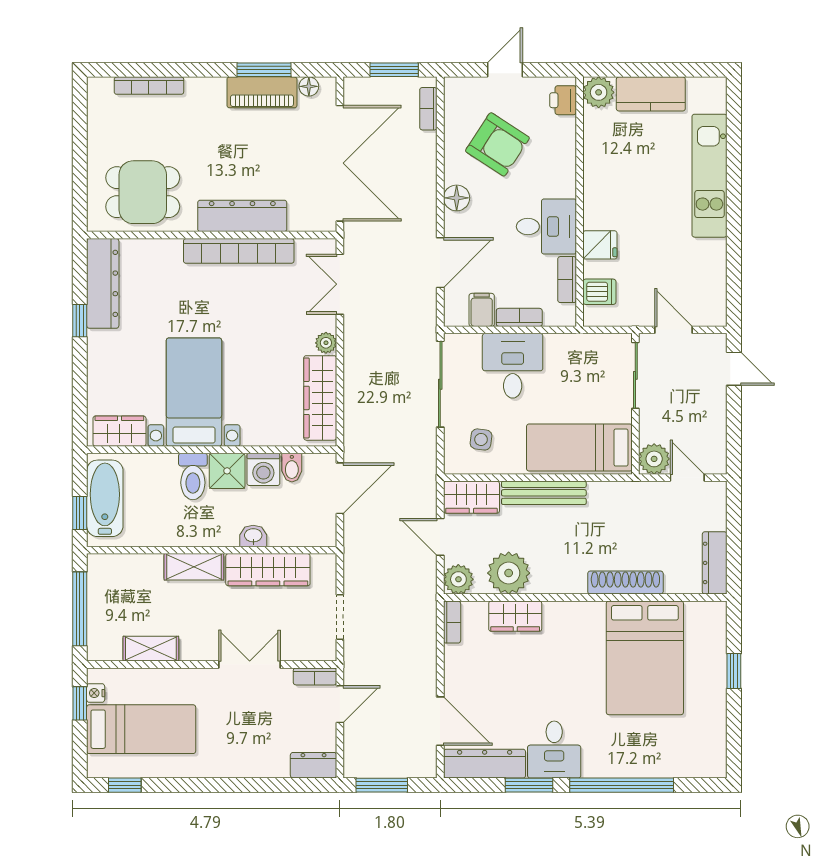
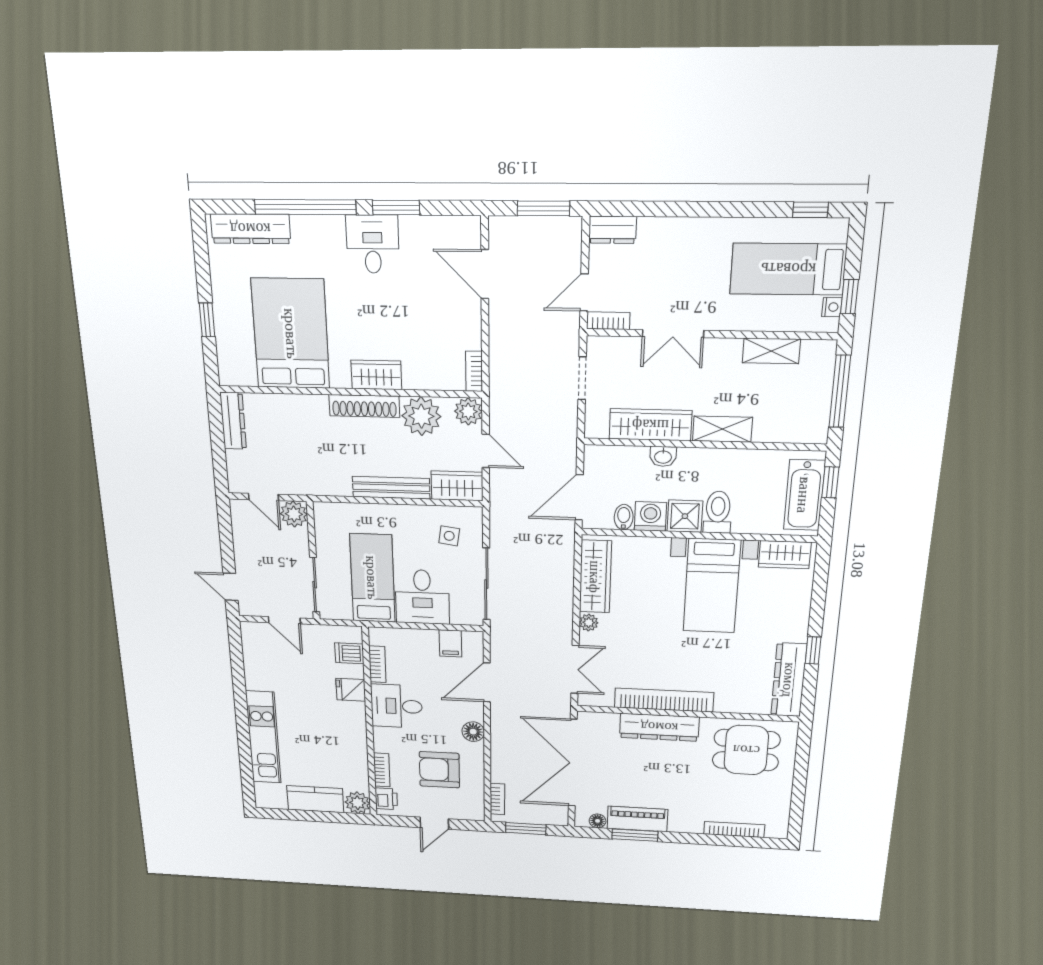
armchair: (497, 144) -> (439, 770), turned -33
bookcase: (519, 317) -> (382, 770), moved, turned -90
bed: (579, 448) -> (372, 578), moved, turned -90
shoe rack: (625, 583) -> (364, 406), moved
wardrobe: (515, 616) -> (376, 375), moved
dresser: (485, 764) -> (250, 229), moved

